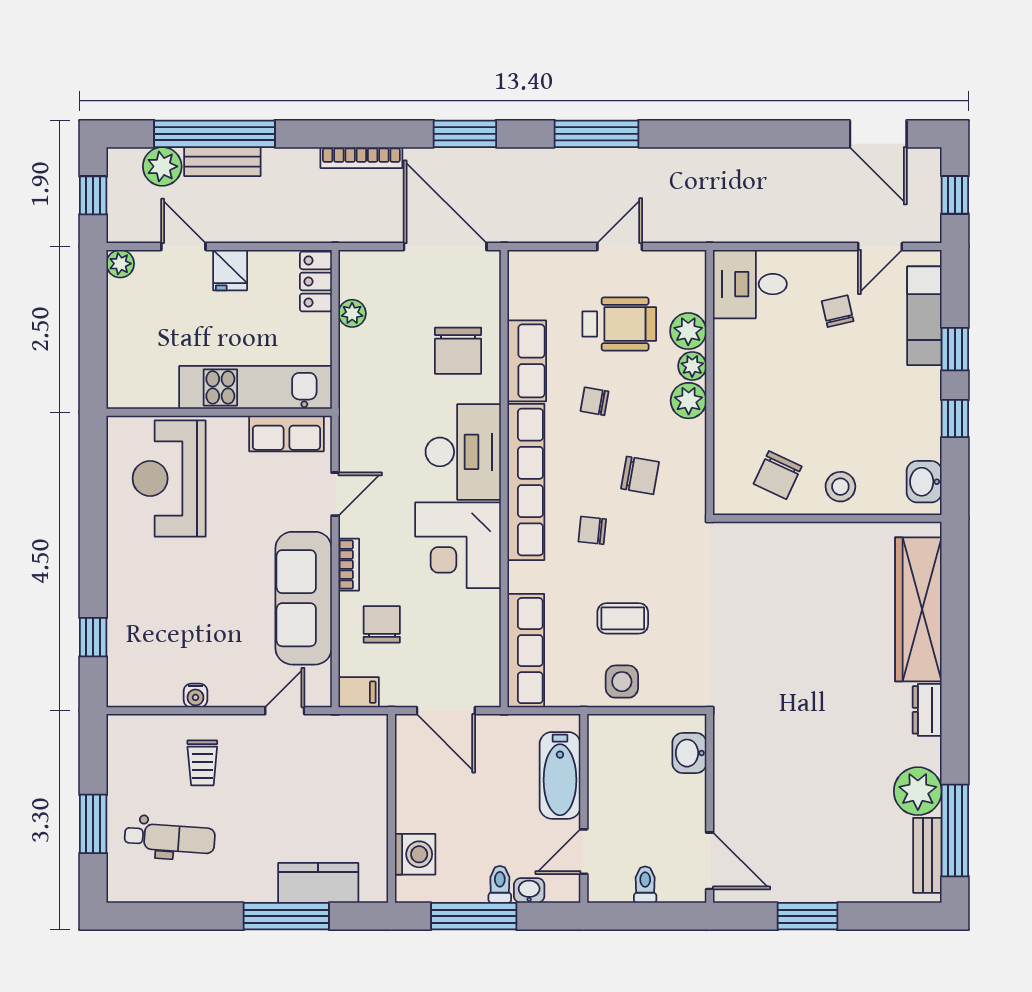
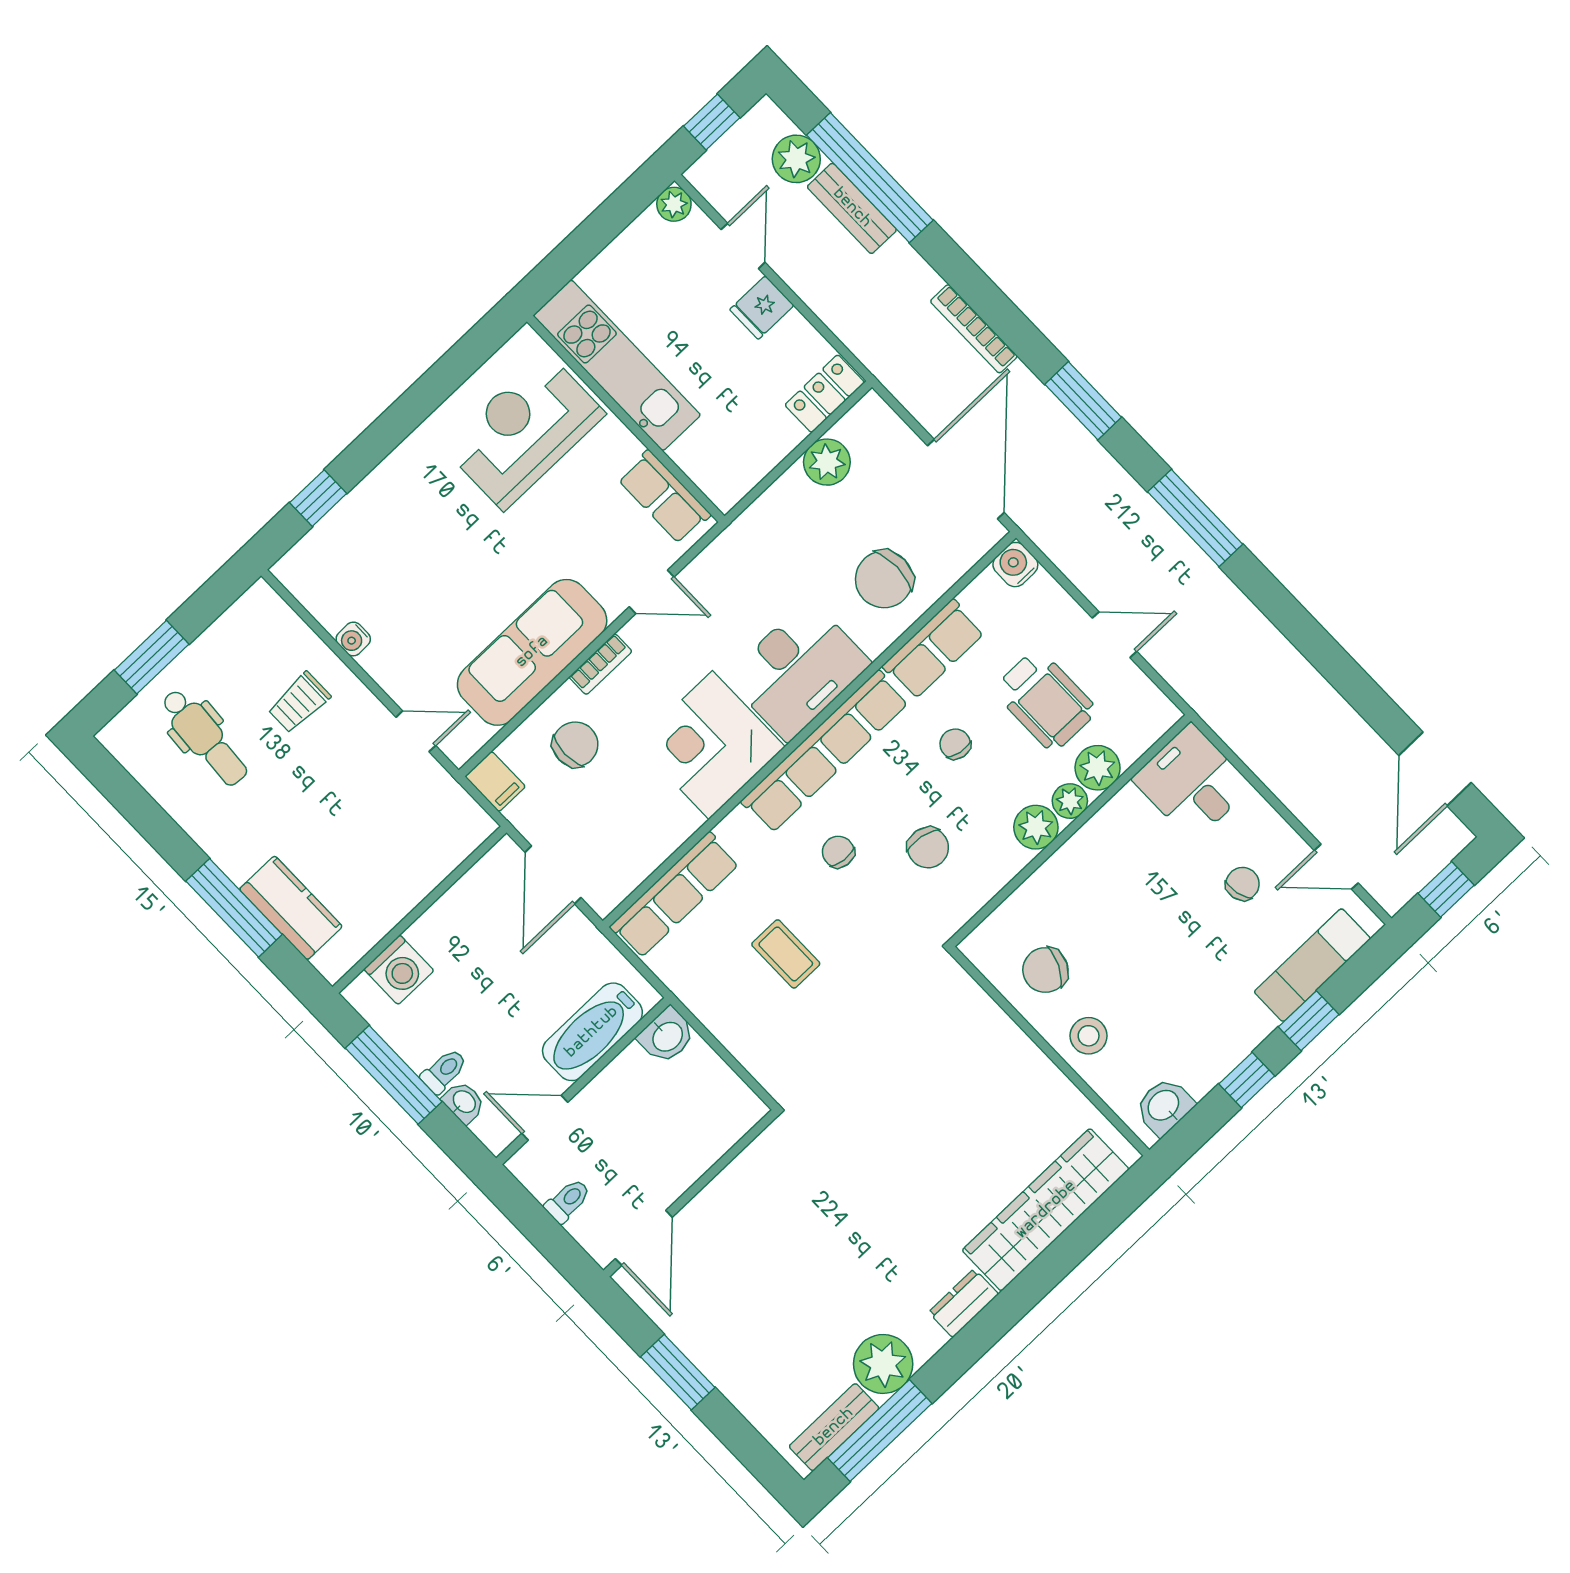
water cooler: (523, 265) -> (1015, 565), added
plant: (352, 313) -> (827, 462), width x1.38, depth x1.38
kitchen unit: (255, 387) -> (617, 365), moved
side table: (622, 682) -> (729, 1007), removed
washbasin: (689, 753) -> (667, 1036), moved, turned 180

